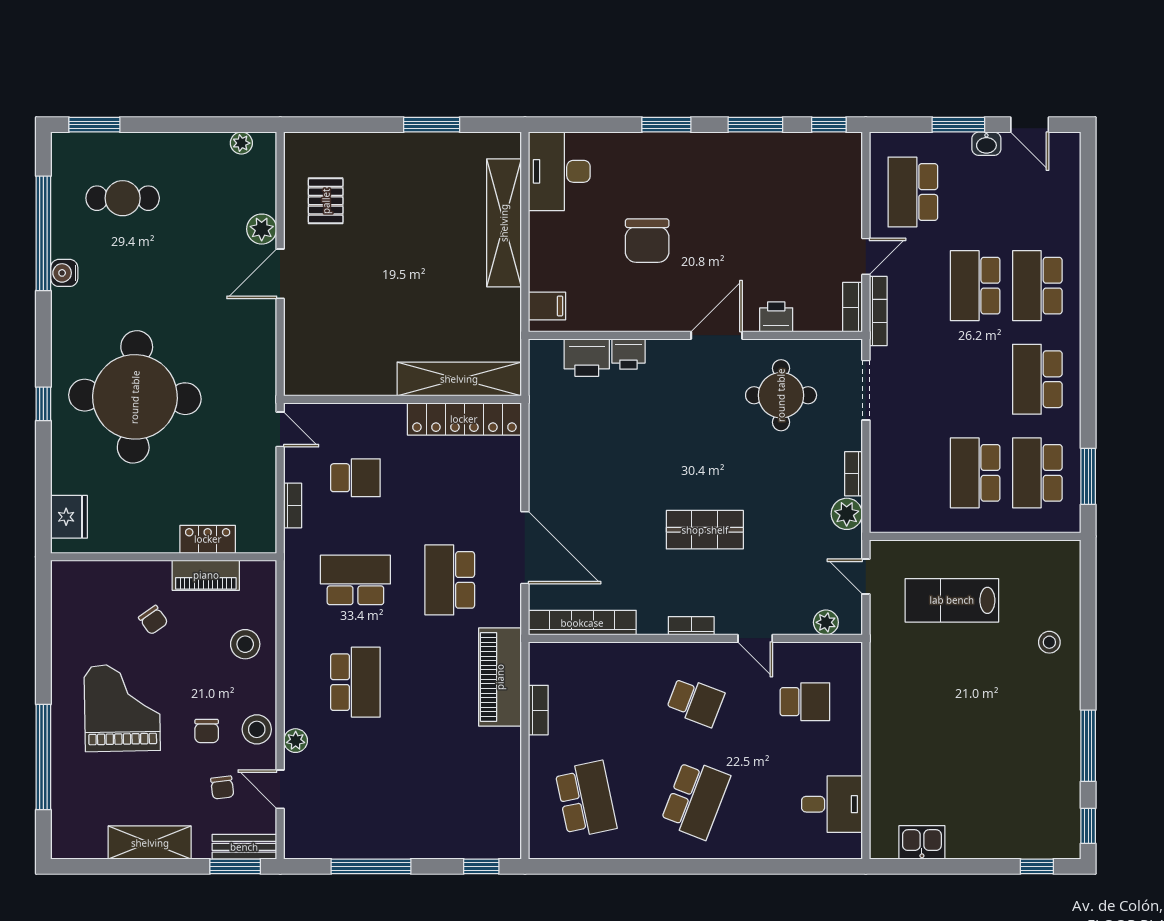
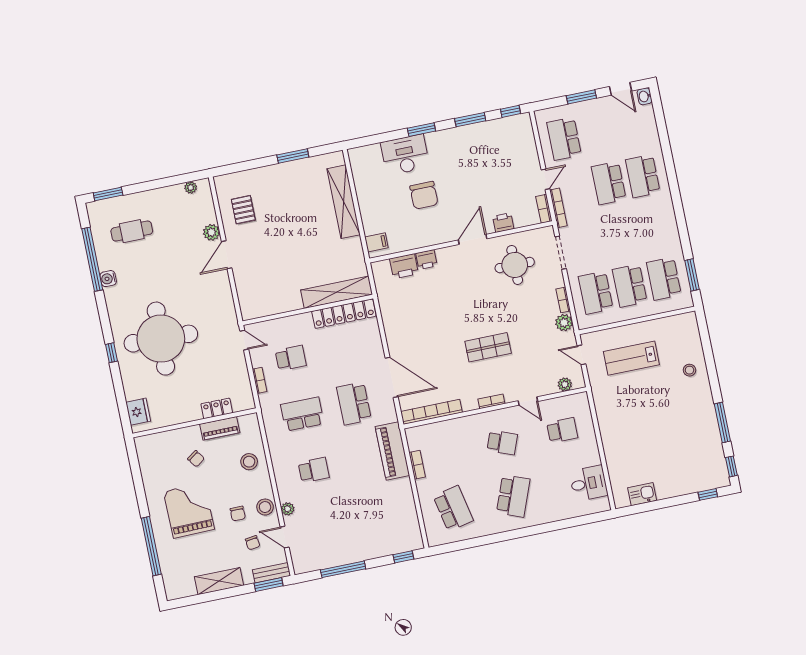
washbasin: (986, 144) -> (645, 96), moved, turned 90
desk: (559, 171) -> (405, 155), moved, turned 90
school desk: (1037, 379) -> (596, 293), moved
school desk: (355, 682) -> (314, 470), width x0.54

